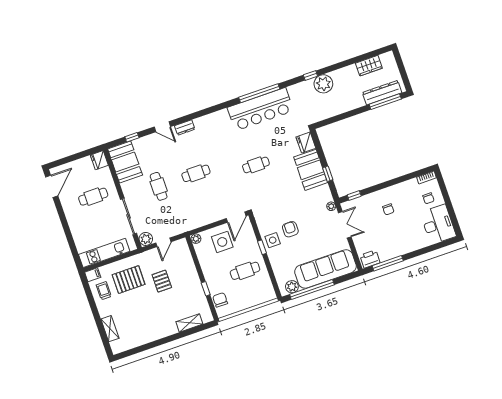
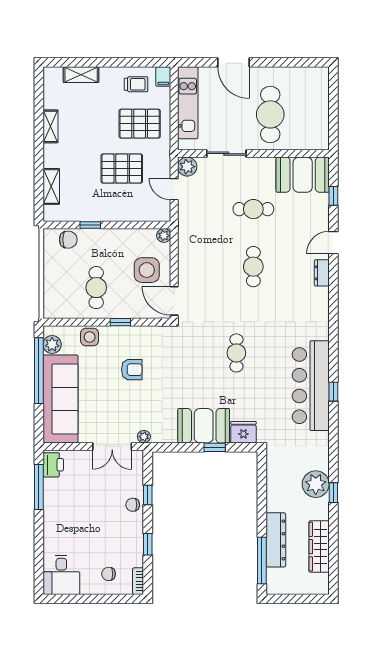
wardrobe: (369, 66) -> (319, 547), width x1.50
window: (310, 75) -> (333, 493), moved
window: (259, 93) -> (333, 392), width x0.32
dresser: (382, 93) -> (276, 540), moved
fridge: (99, 160) -> (318, 140), removed
window: (328, 174) -> (215, 447), moved
window: (400, 180) -> (148, 544), added
door: (52, 186) -> (233, 62), moved
window: (354, 196) -> (148, 495), moved
cafe table: (93, 197) -> (270, 114), width x1.37, depth x1.35
chair: (388, 209) -> (133, 505), moved
sliding door: (129, 216) -> (226, 154), width x0.73
desk: (438, 224) -> (61, 575), width x0.73
side table: (273, 240) -> (90, 337), moved
pallet: (129, 280) -> (140, 124), turned 90
pallet: (162, 281) -> (122, 169), width x1.50, depth x1.42
shelving: (150, 337) -> (50, 126), added

